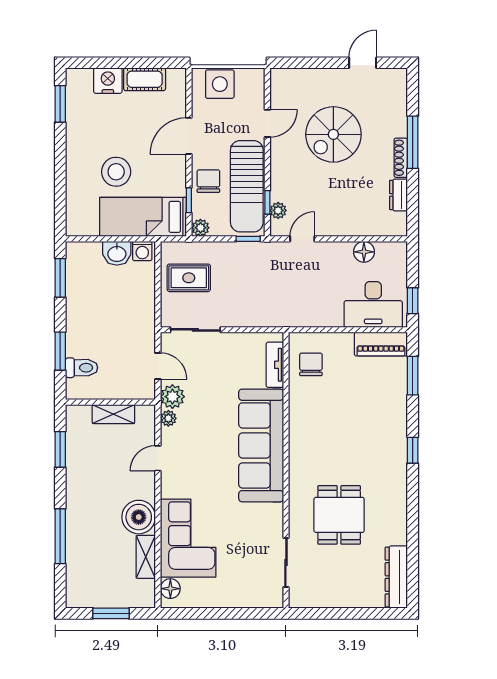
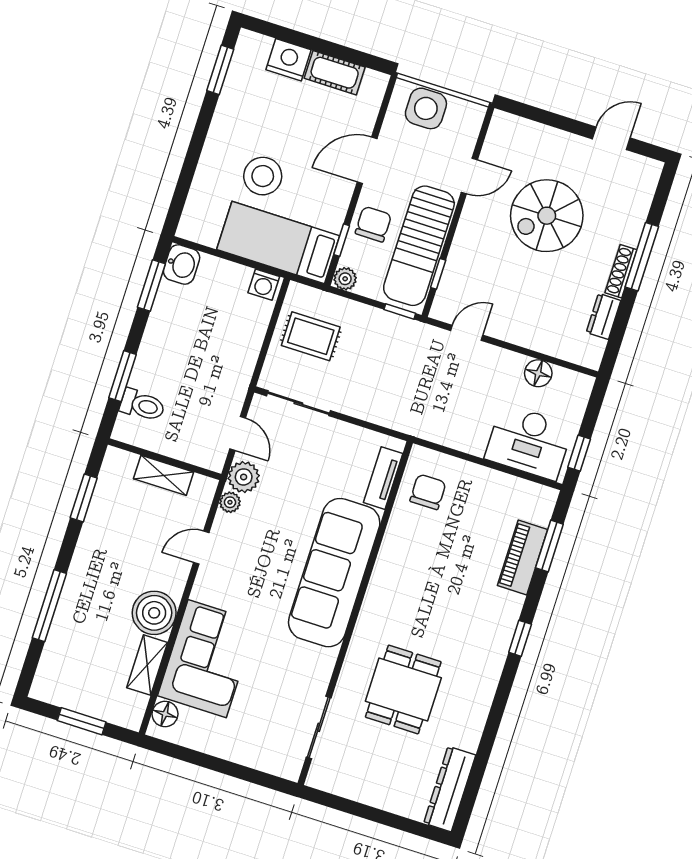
plant: (278, 210) -> (448, 288), removed
washbasin: (117, 253) -> (182, 264), moved, turned -90
piano: (381, 344) -> (523, 558), moved, turned 90

